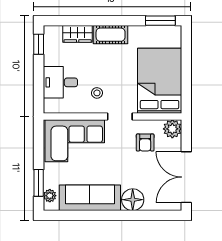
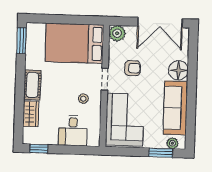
armchair: (145, 142) -> (132, 68), moved

